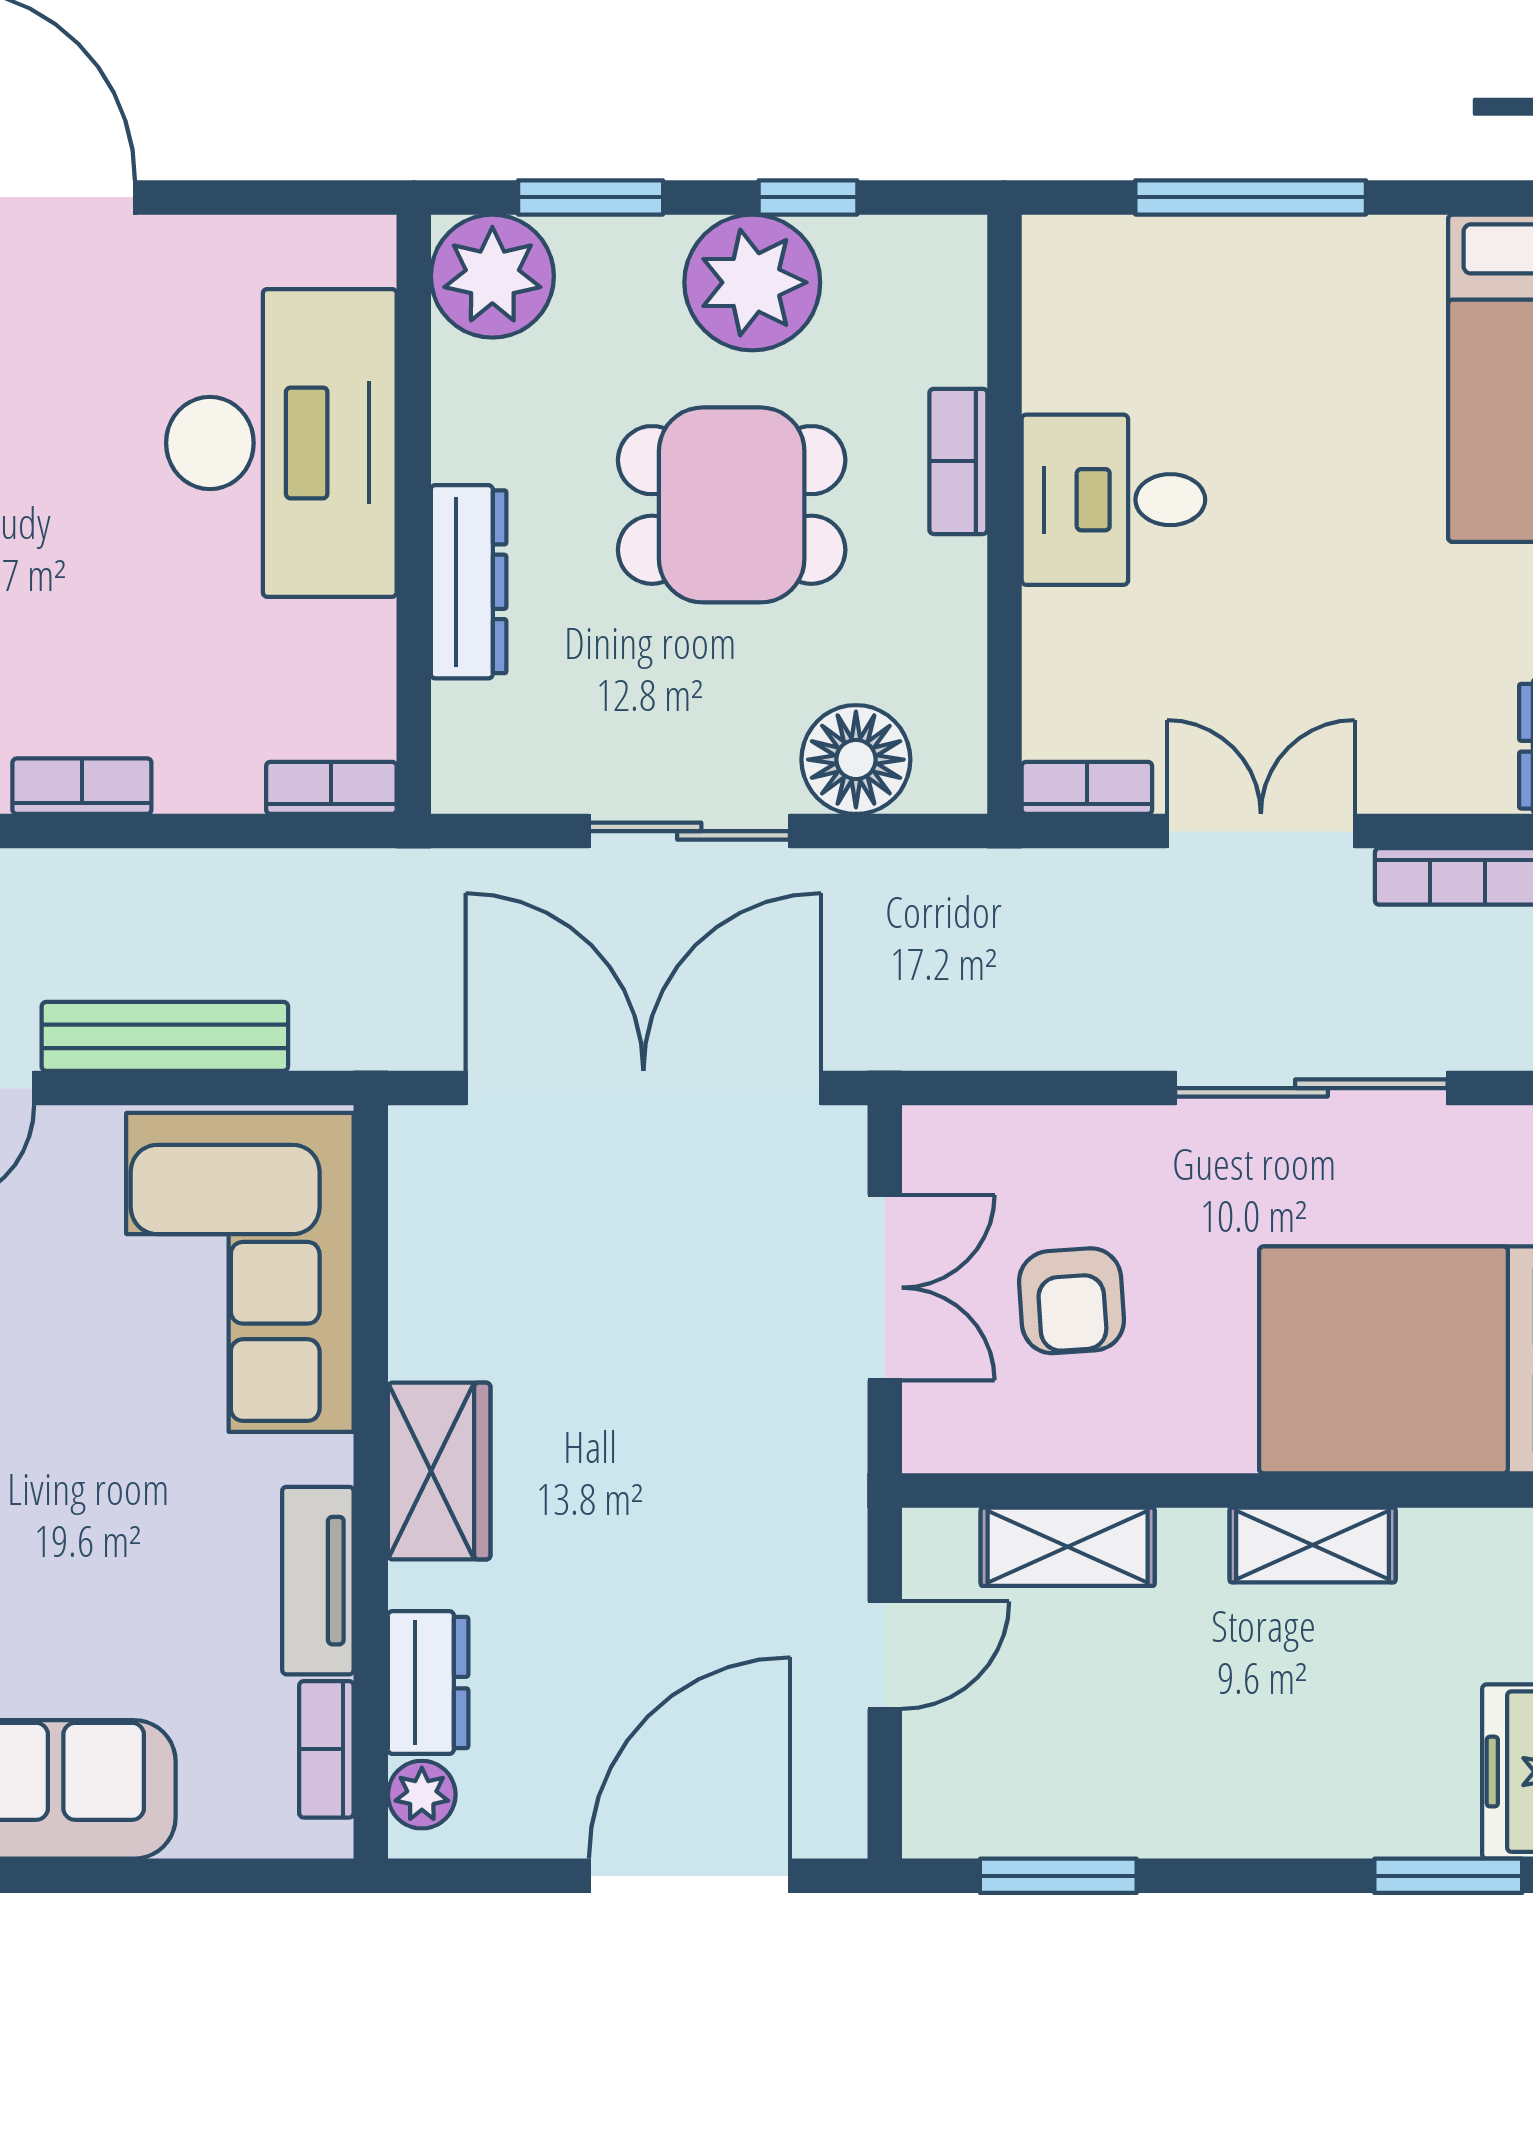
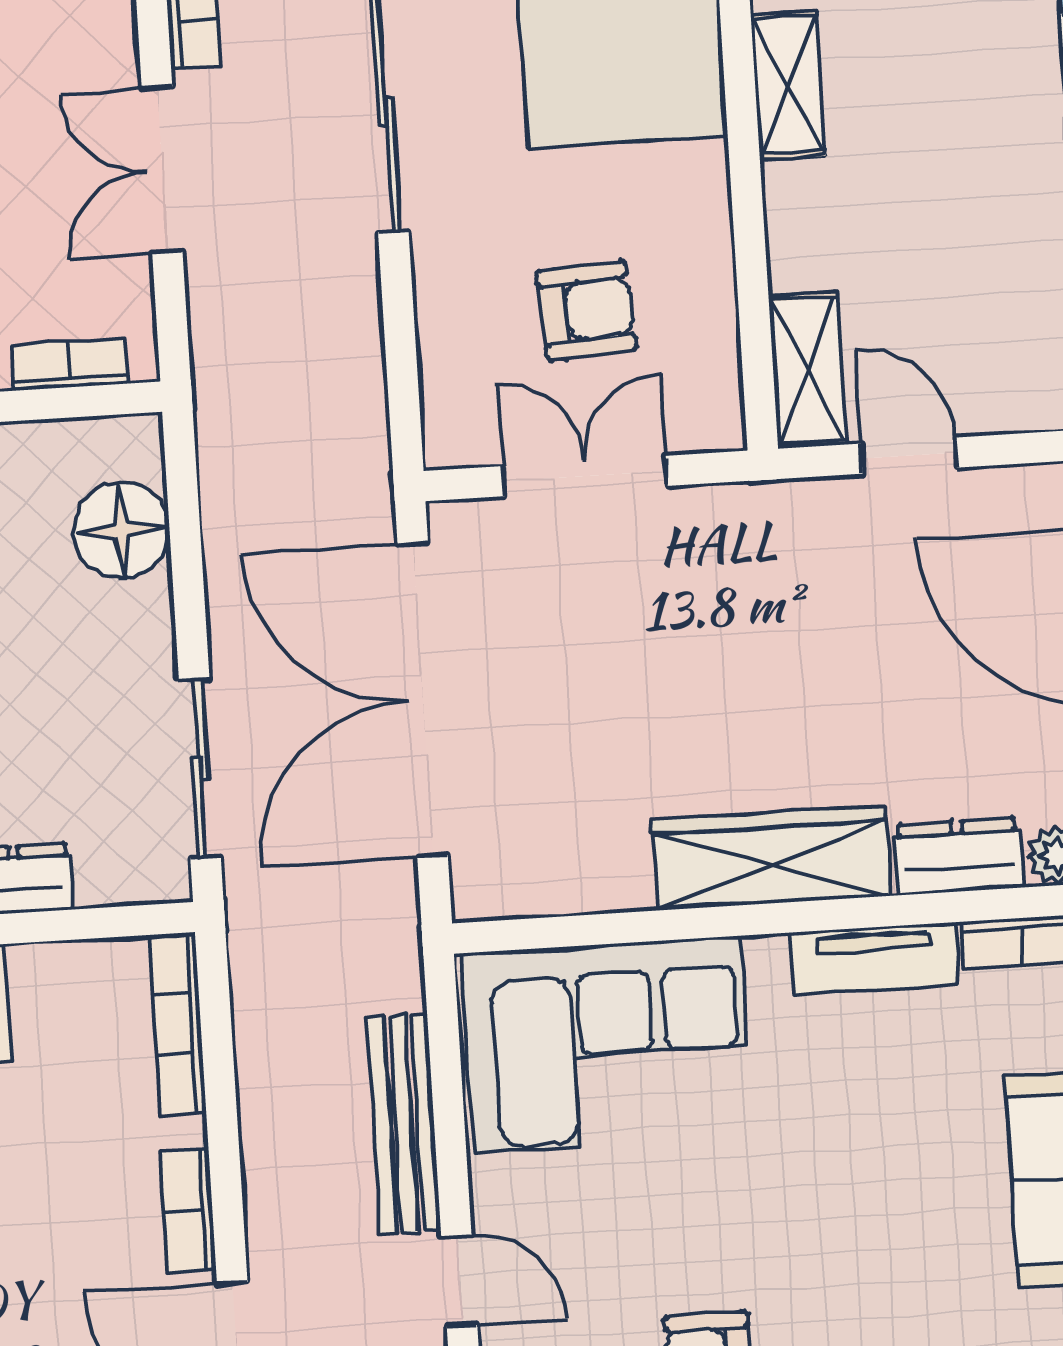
bookcase: (331, 788) -> (178, 1023), width x1.56
bookcase: (1087, 788) -> (70, 364), moved, turned 90
sliding door: (689, 831) -> (200, 768), moved
wardrobe: (439, 1471) -> (771, 858), width x1.50
shelving: (1068, 1547) -> (808, 370), moved

